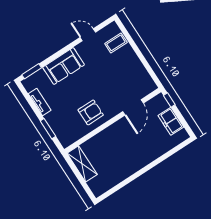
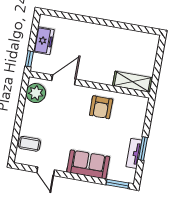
plant: (143, 81) -> (36, 93), added
armchair: (91, 112) -> (101, 107), turned -90
window: (48, 129) -> (143, 149), moved
shelving: (82, 164) -> (132, 82), moved, turned 90

